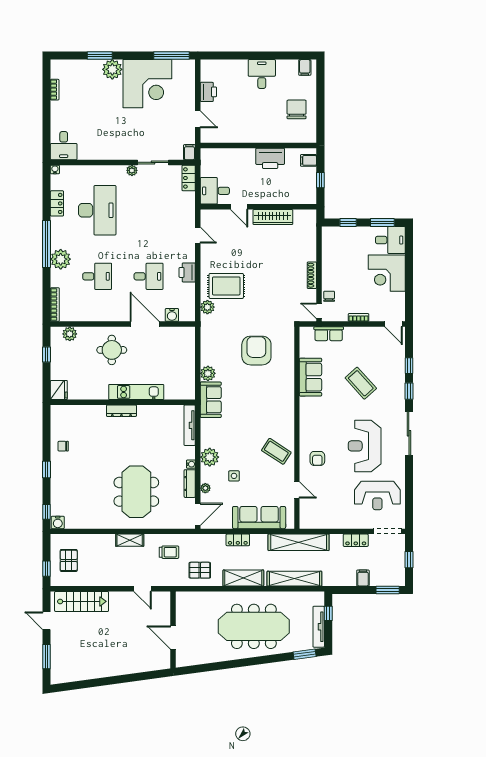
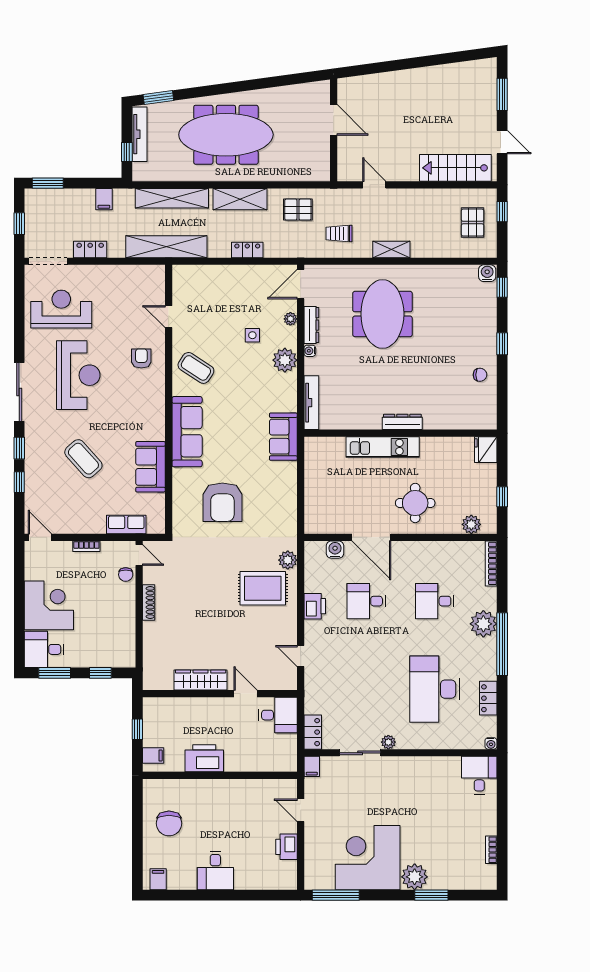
plant: (208, 373) -> (287, 472), removed
sofa: (259, 518) -> (187, 432), moved, turned -90
filing cabinet: (363, 578) -> (104, 199), moved

